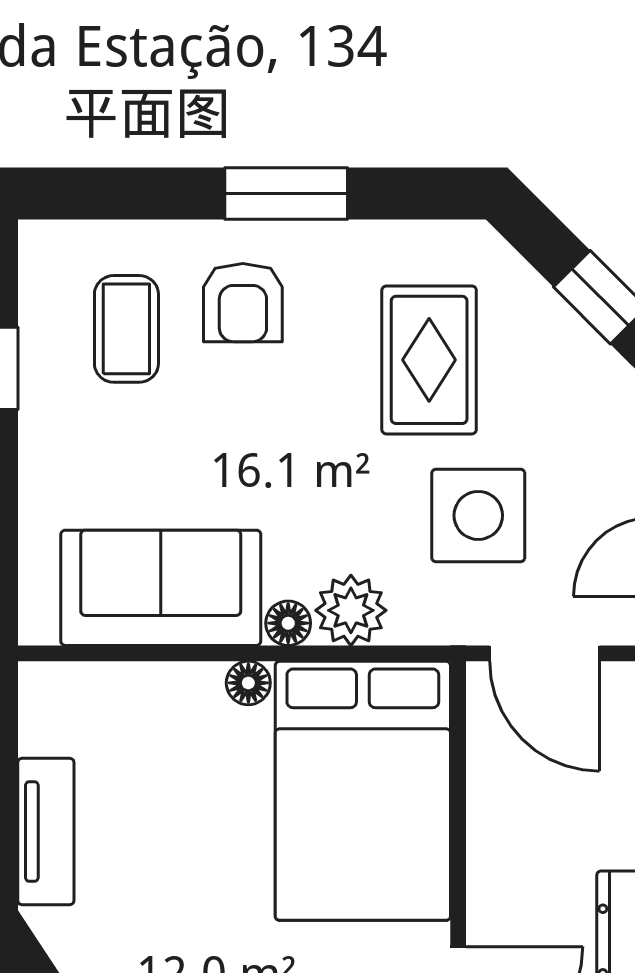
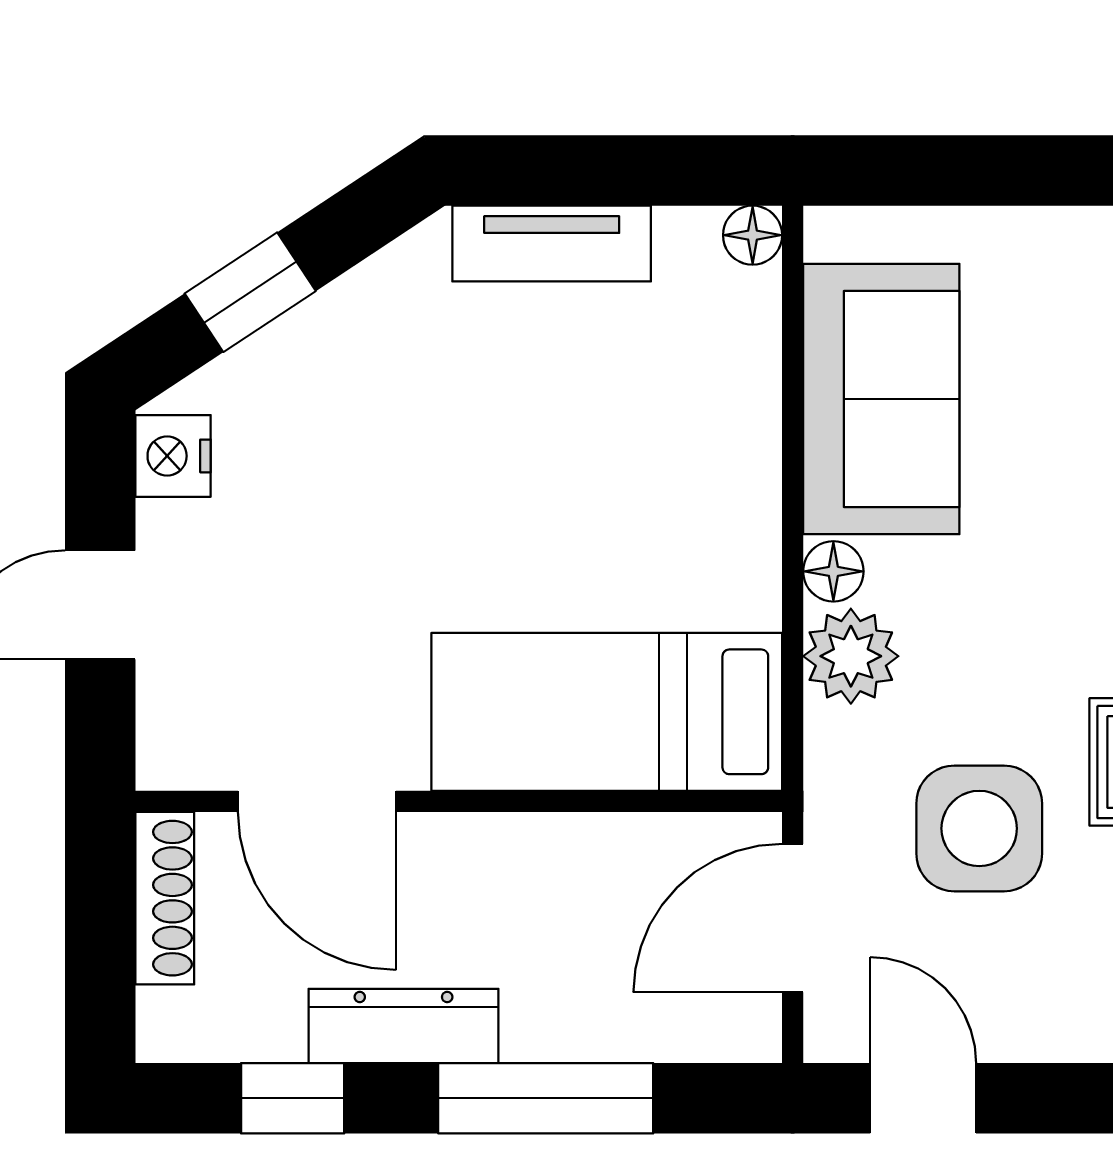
floor lamp: (248, 683) -> (753, 235), moved
bed: (363, 791) -> (607, 712), width x0.67

